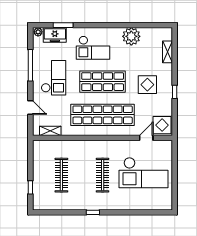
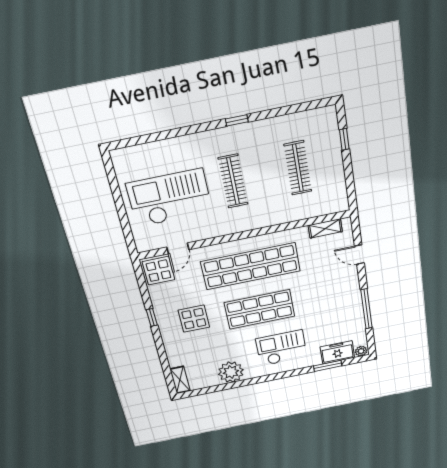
shelving: (168, 52) -> (180, 380), moved
checkout: (54, 78) -> (331, 300), removed

